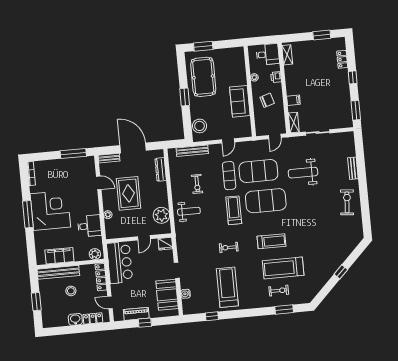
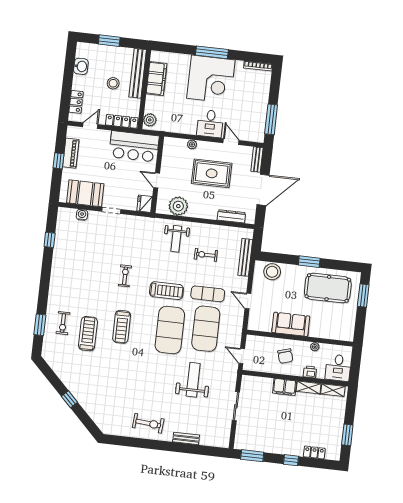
filing cabinet: (293, 100) -> (285, 387), width x2.00
shelving: (294, 123) -> (309, 388), moved
door: (99, 183) -> (231, 142), swing flipped
desk: (89, 226) -> (210, 124), moved
treadmill: (283, 268) -> (88, 334), width x0.73, depth x0.73
treadmill: (227, 287) -> (79, 265), removed
washbasin: (75, 319) -> (81, 66), moved

